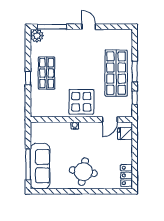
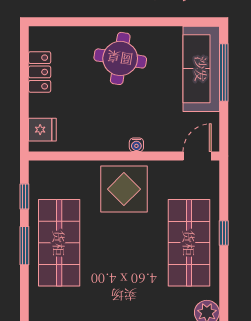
shop shelf: (47, 73) -> (189, 243), width x1.43, depth x1.36
door: (110, 119) -> (197, 156), moved
locker: (126, 175) -> (40, 72), moved

